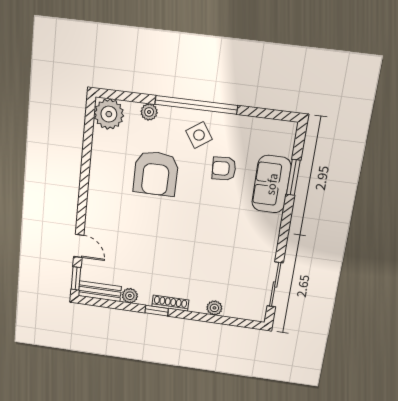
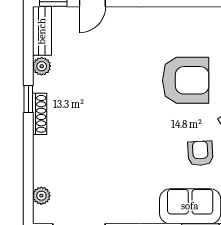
armchair: (156, 173) -> (186, 80), turned 180
plant: (214, 308) -> (41, 196), moved

